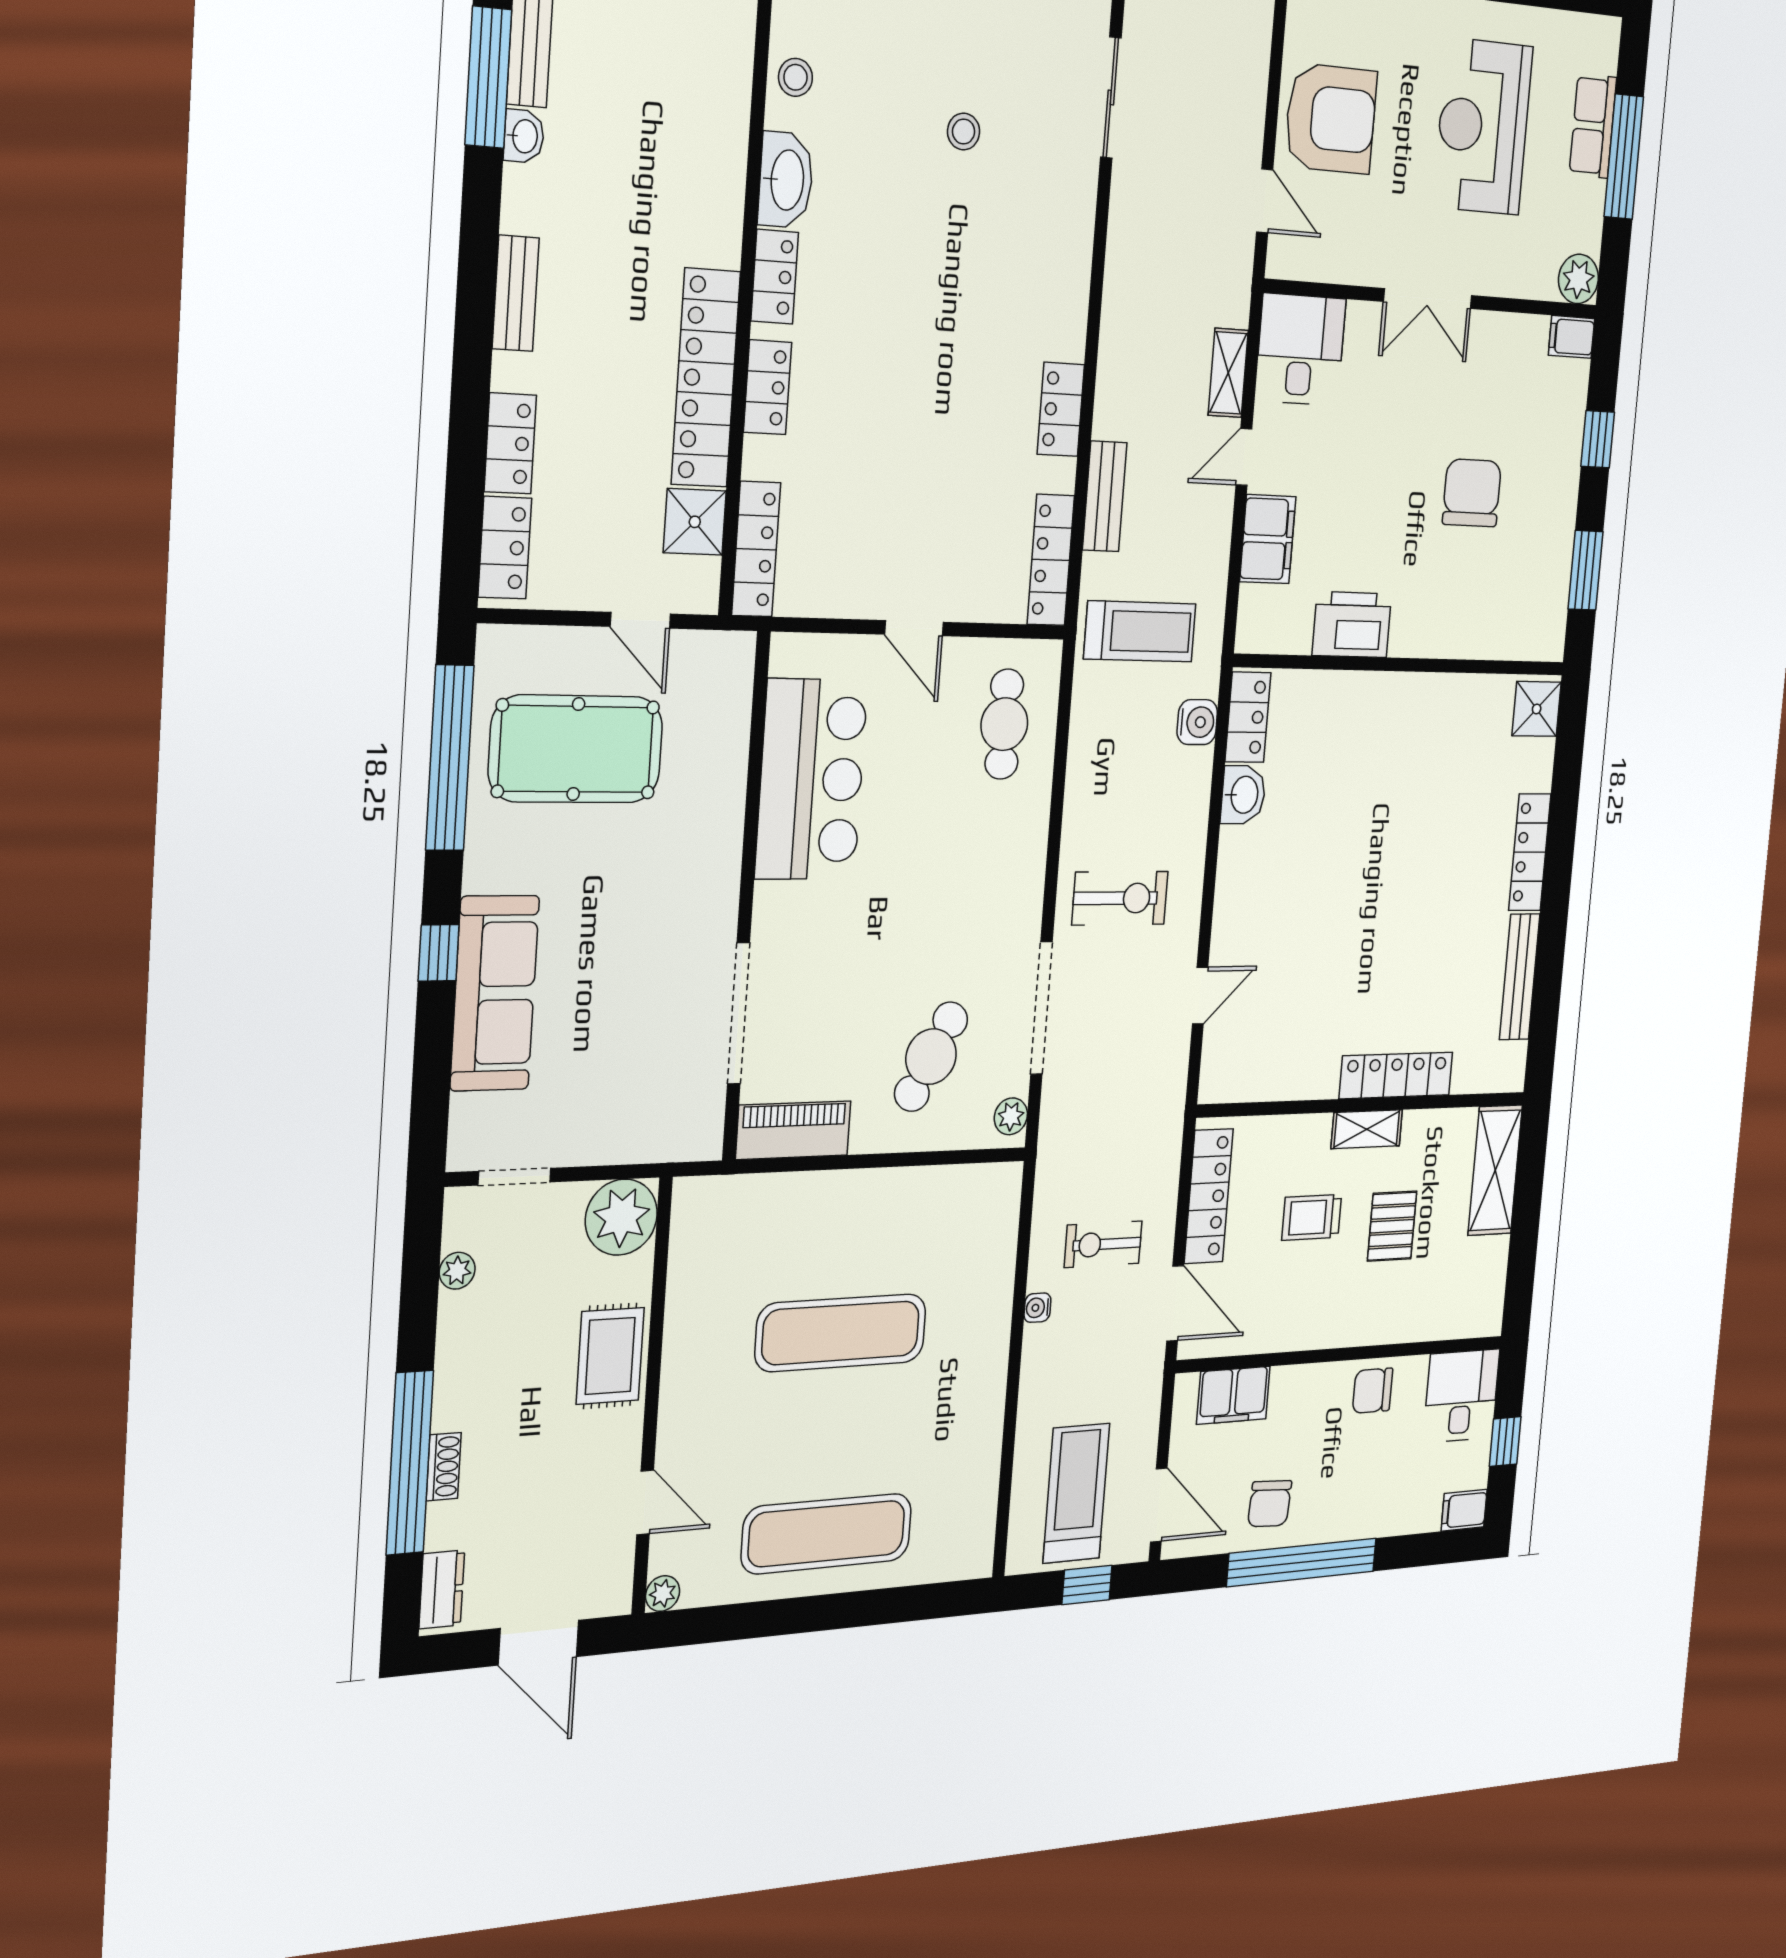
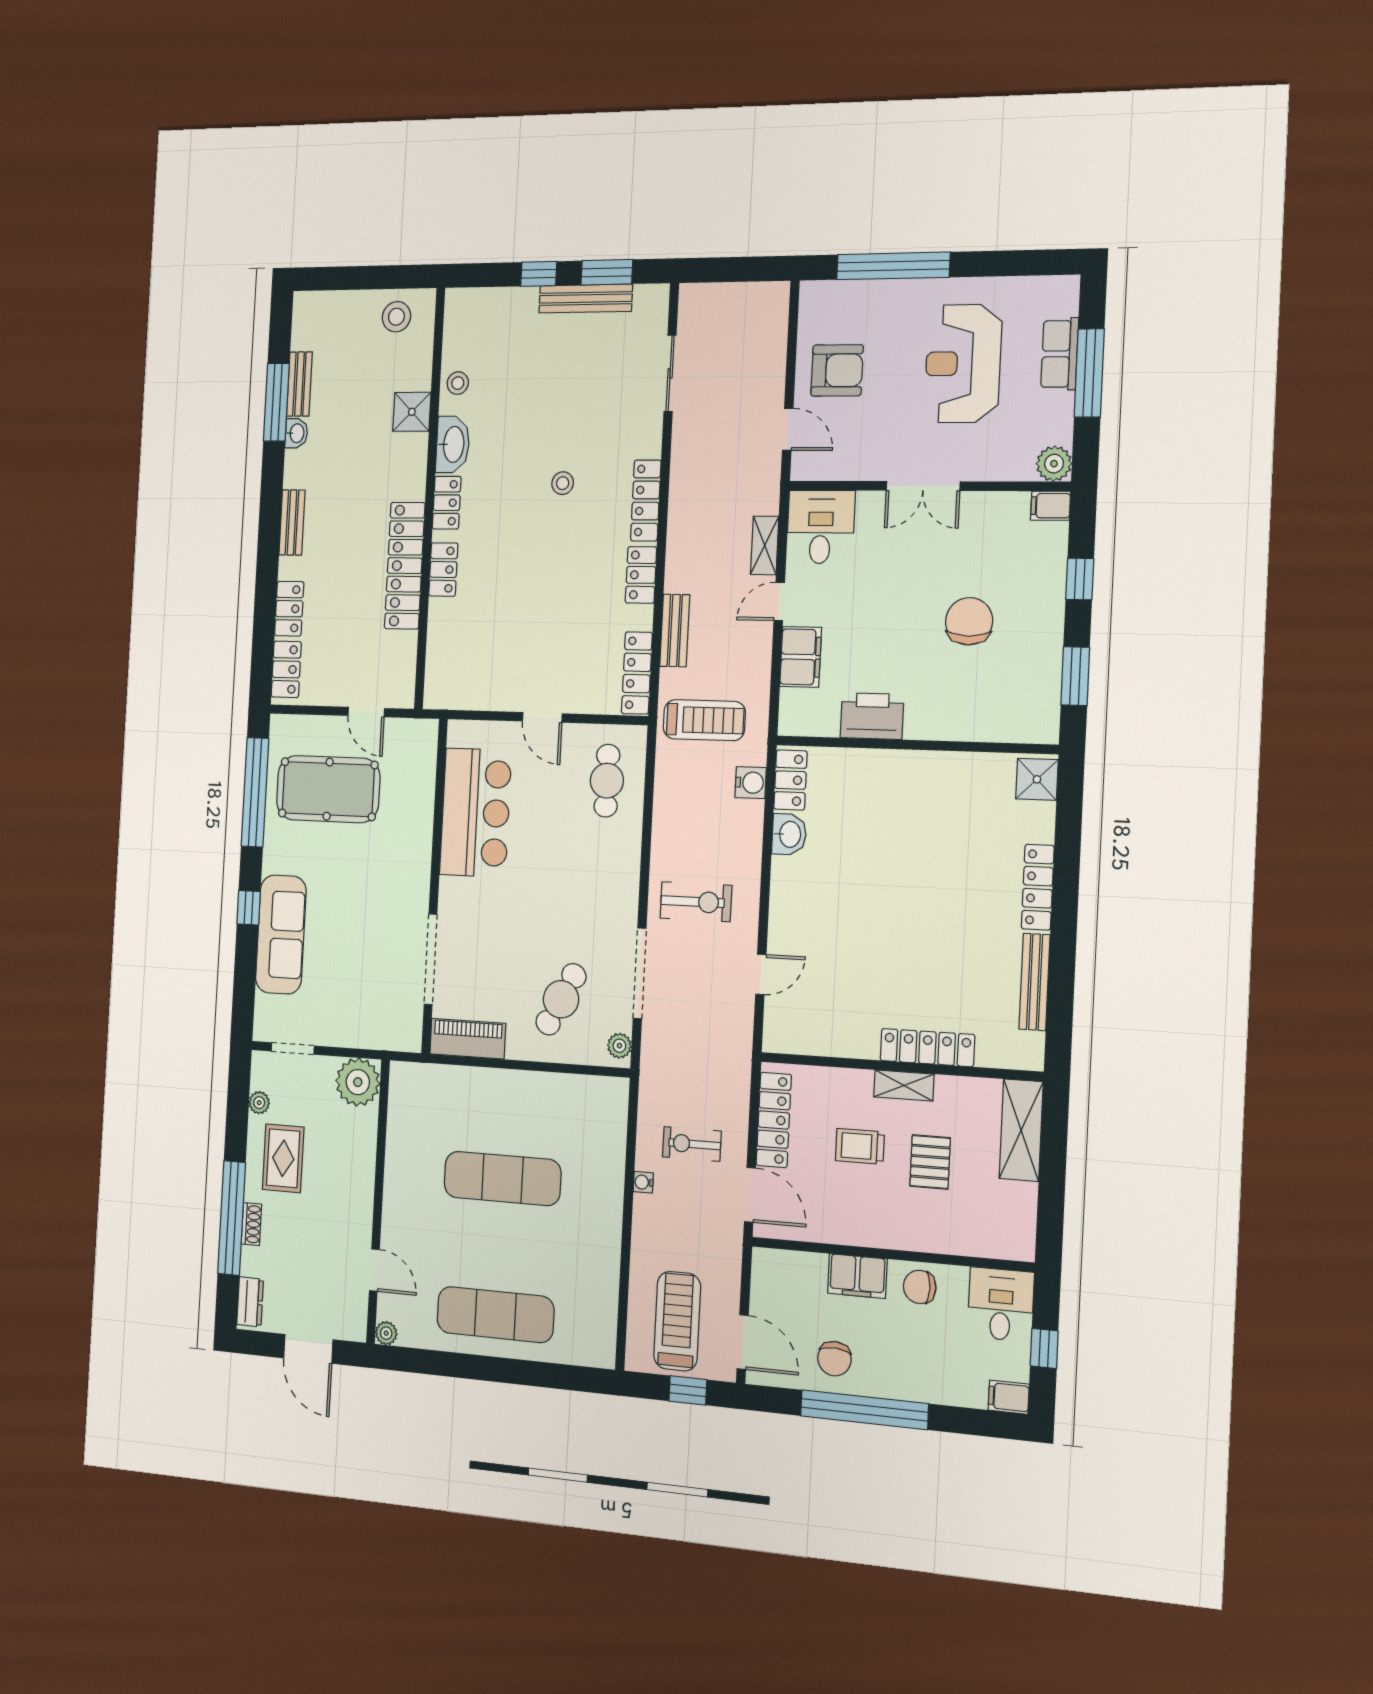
armchair: (1331, 119) -> (837, 370), width x0.73, depth x0.73
stool: (964, 131) -> (563, 483), moved
shower: (695, 522) -> (412, 412), moved
locker: (756, 549) -> (646, 501), moved, turned 180
rug: (610, 1356) -> (283, 1158), moved
filing cabinet: (1233, 1395) -> (857, 1276), moved

